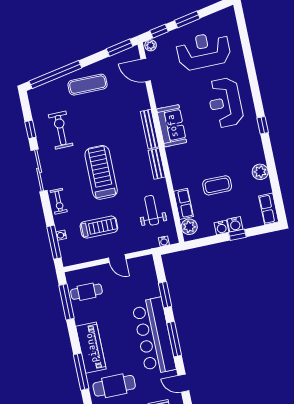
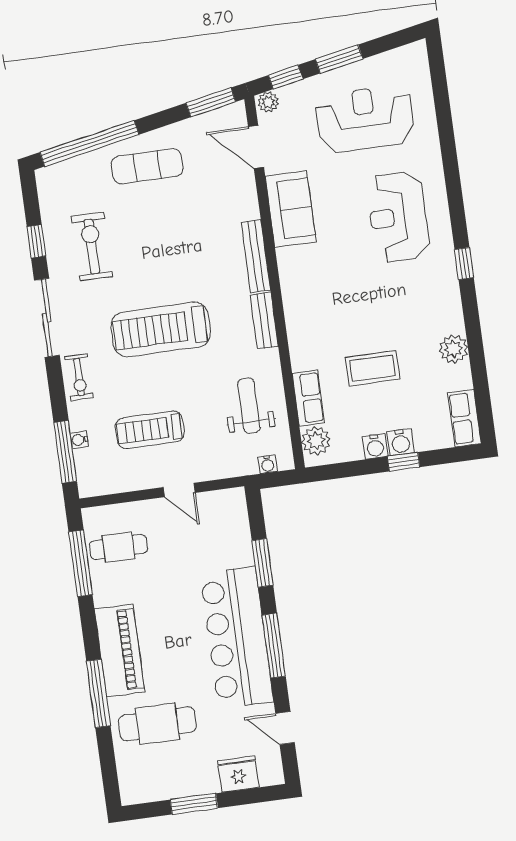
sofa: (172, 126) -> (291, 209), moved
treadmill: (101, 172) -> (161, 329), turned -90
treadmill: (99, 227) -> (150, 430), turned 180

